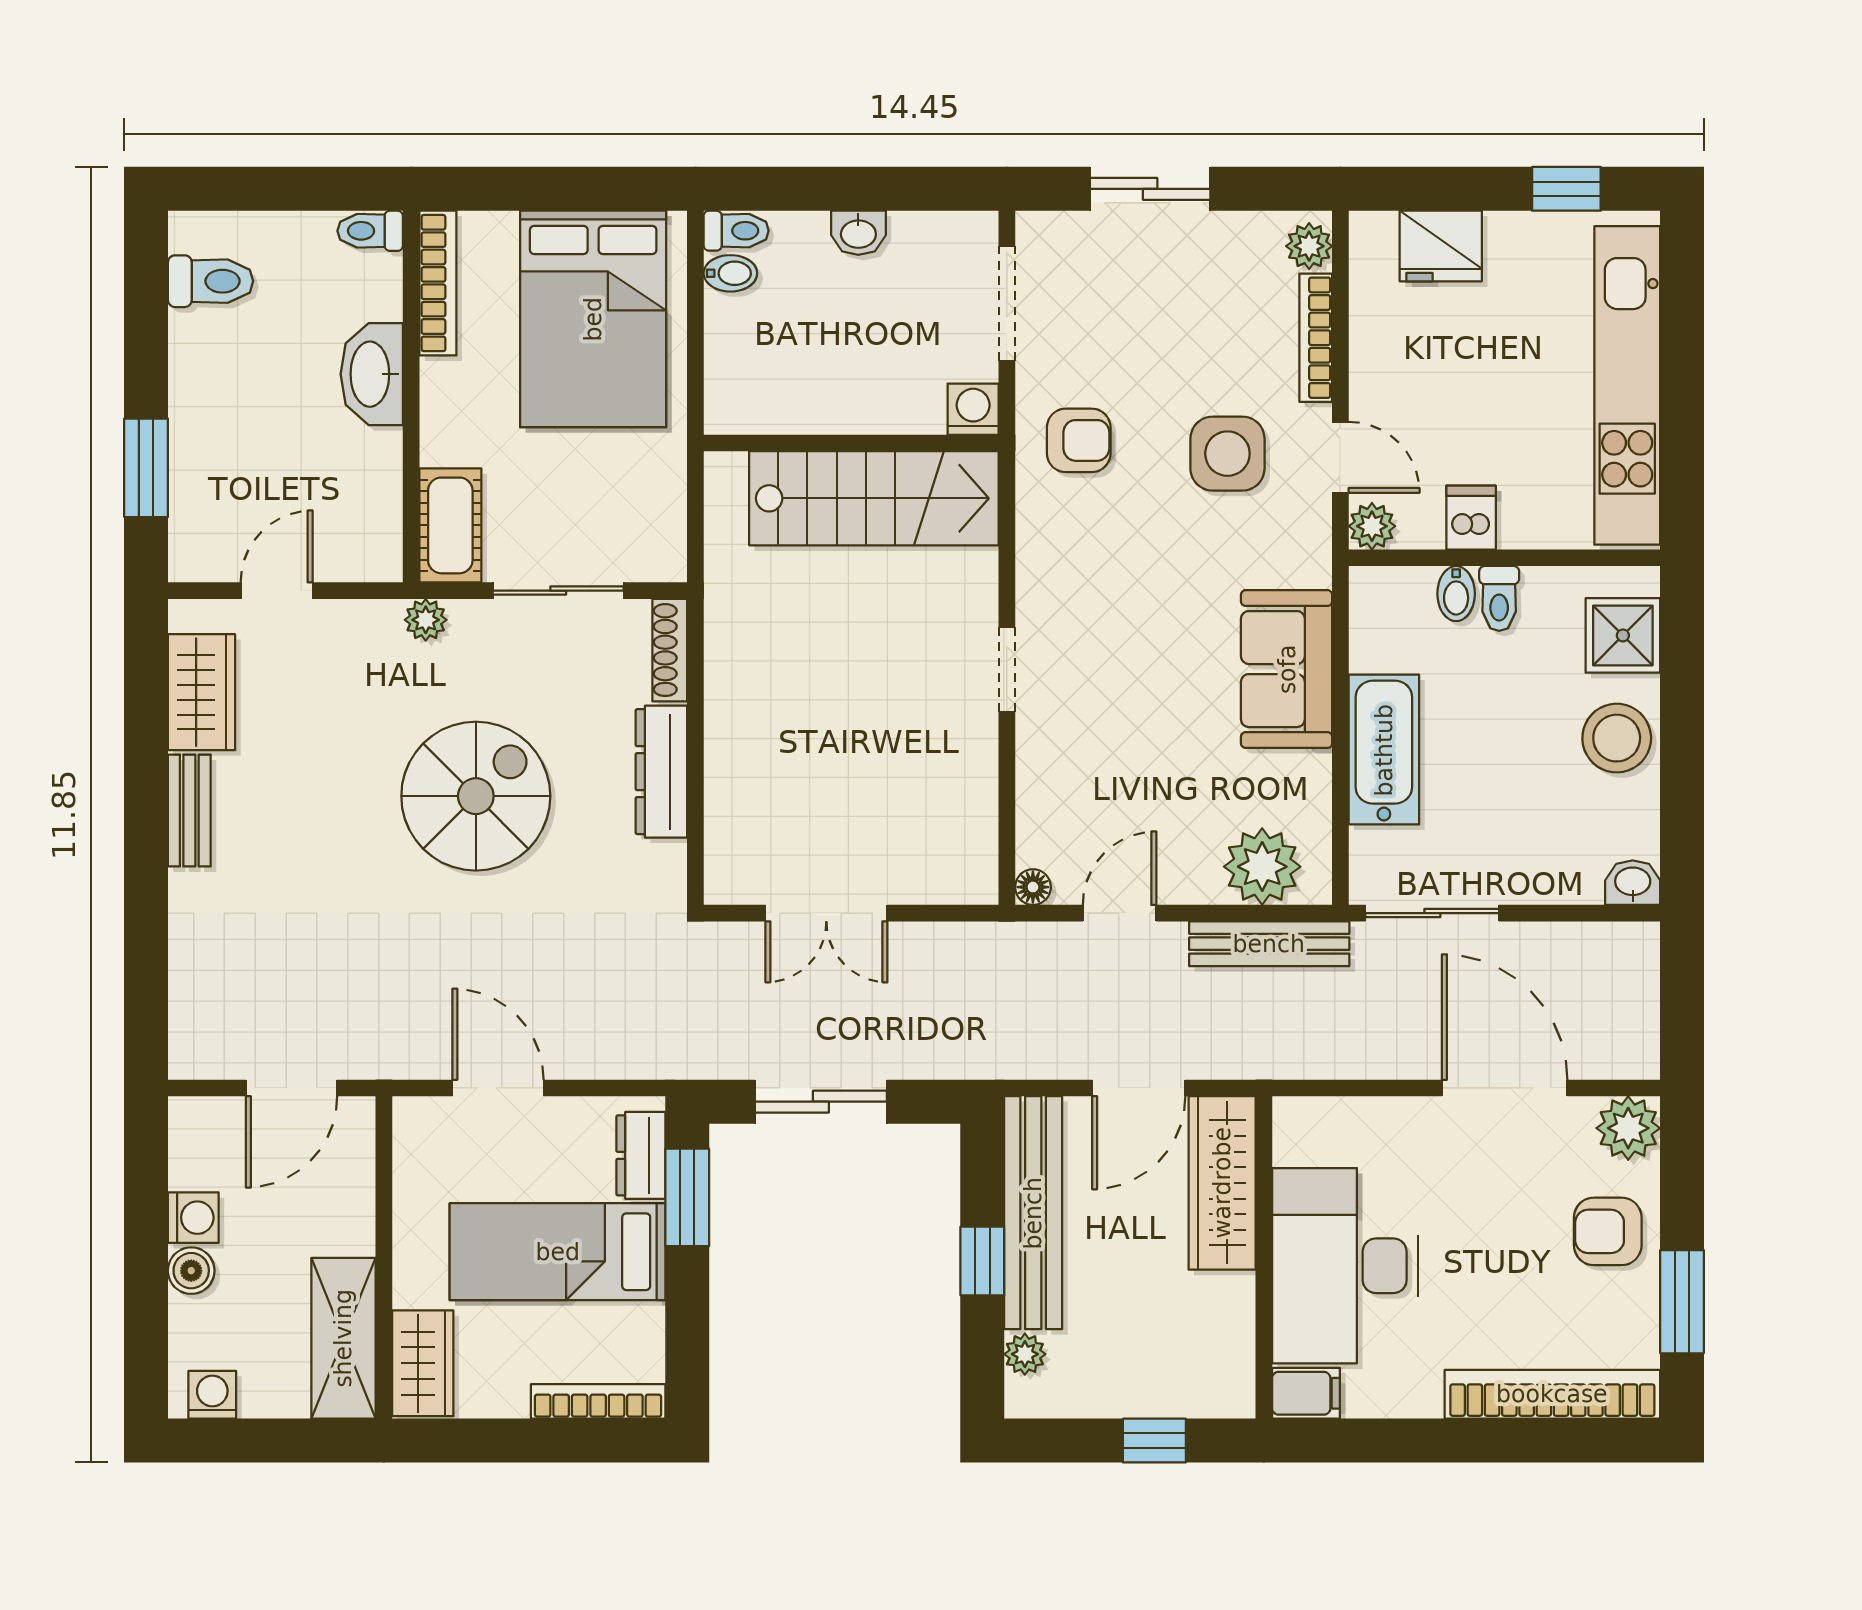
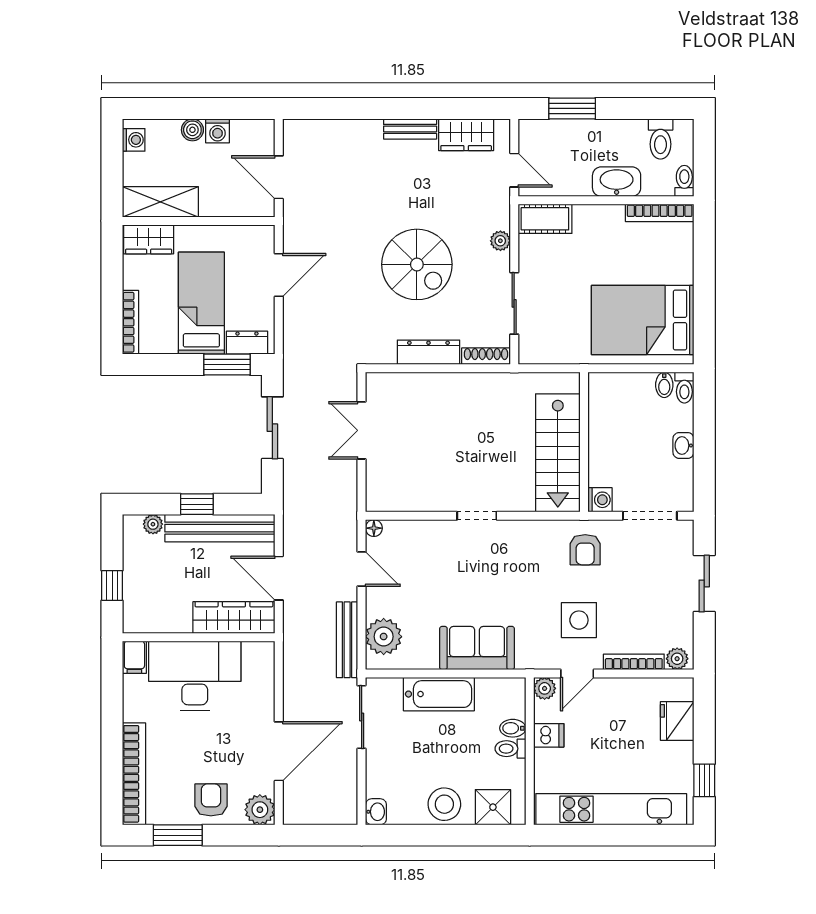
toilet: (370, 231) -> (684, 181), moved
bookcase: (438, 283) -> (660, 213), moved
washbasin: (372, 374) -> (617, 182), moved
wall: (411, 397) -> (606, 200), moved
cot: (450, 525) -> (545, 219), moved

